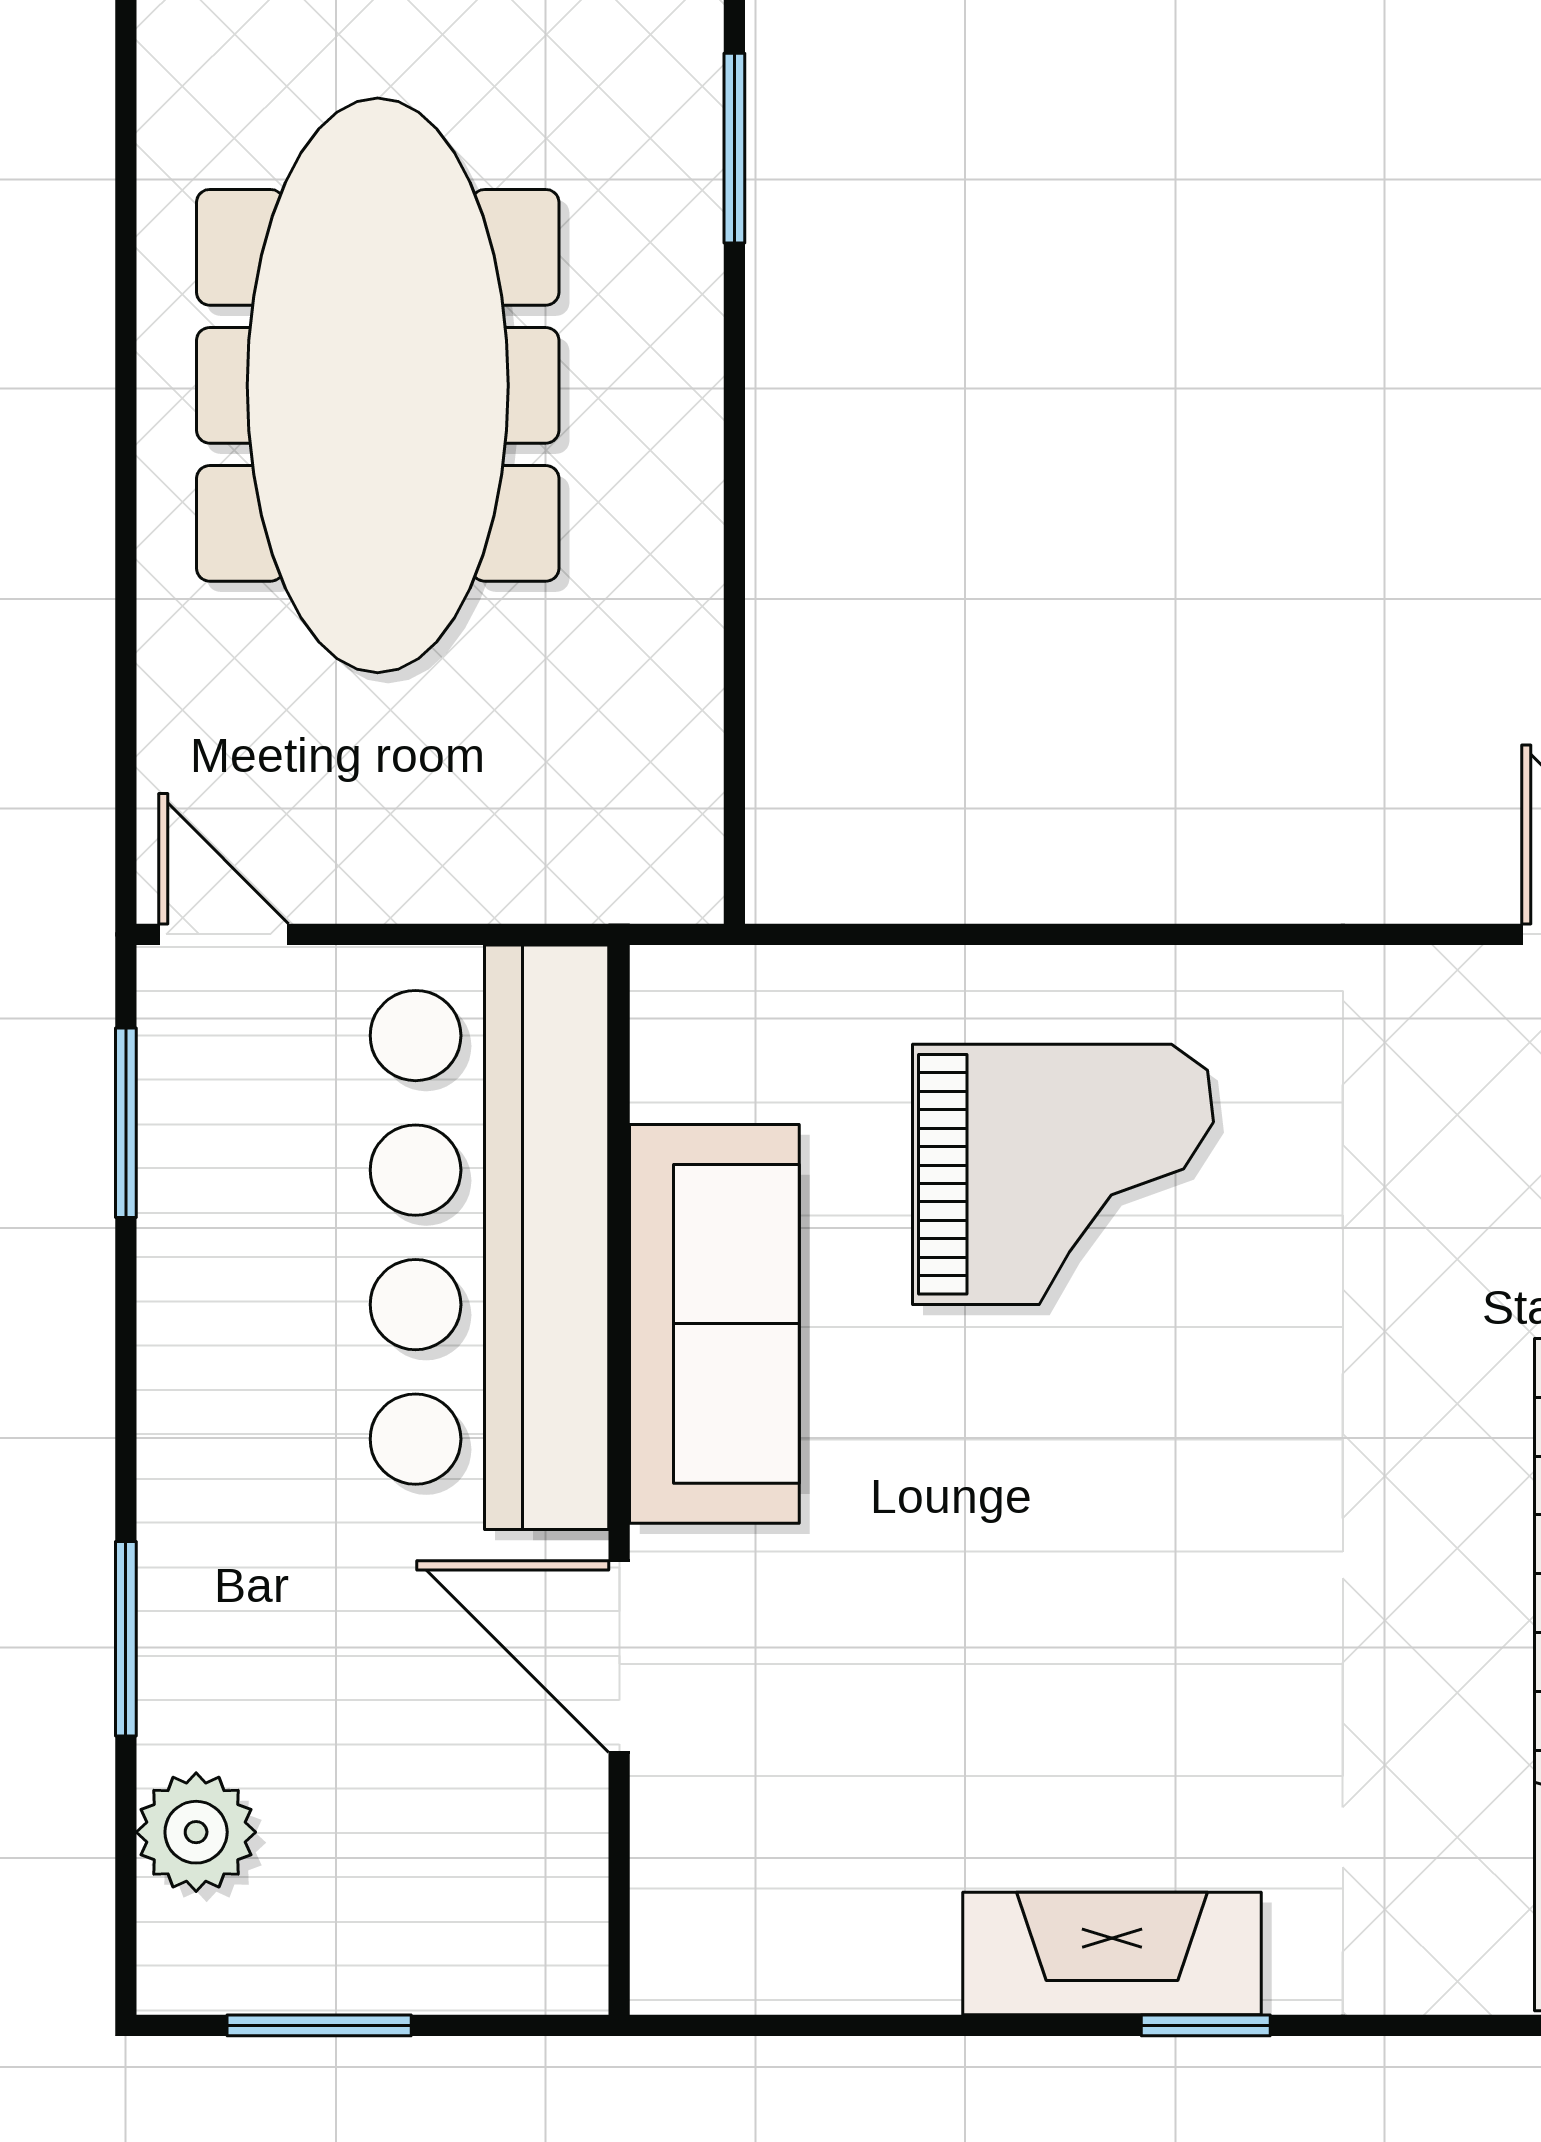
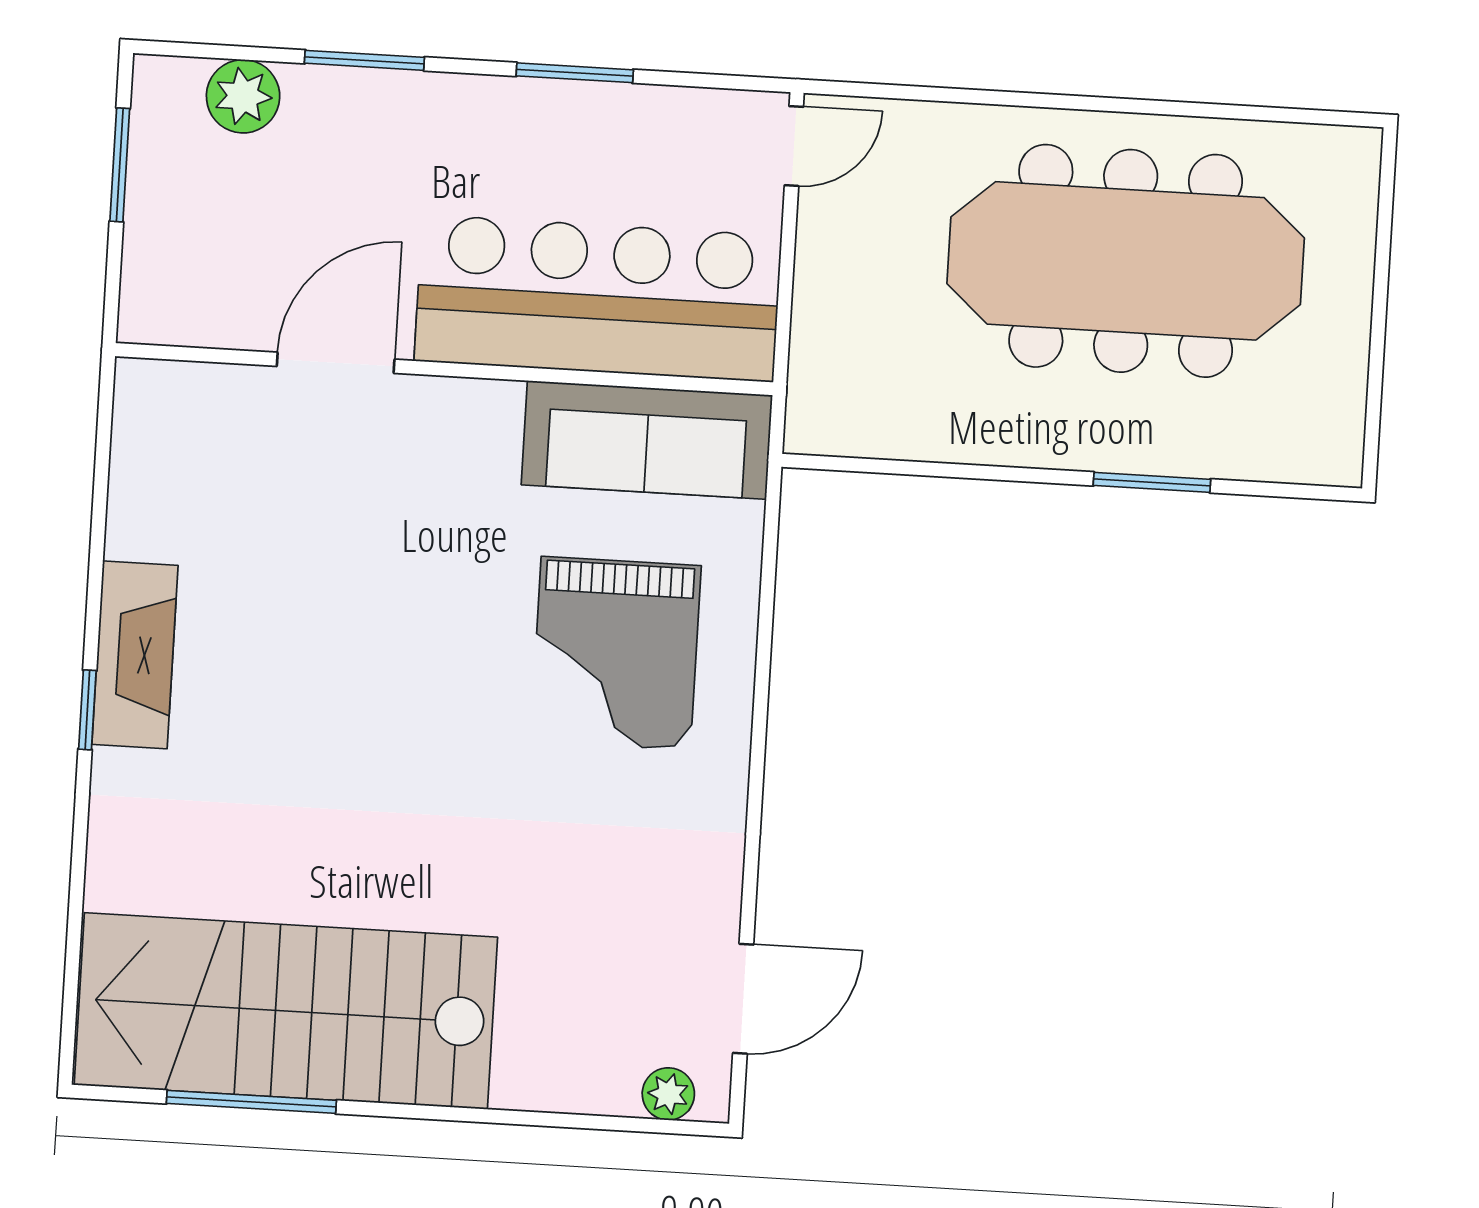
window: (734, 148) -> (1152, 482), moved
window: (126, 1123) -> (575, 73), moved
sofa: (714, 1324) -> (647, 440), moved

